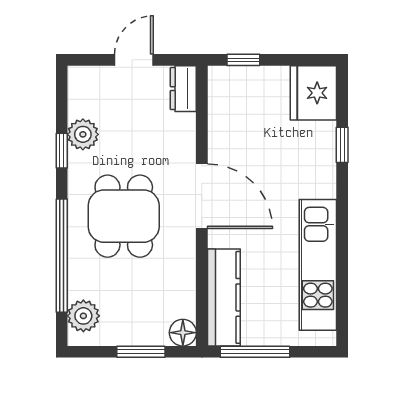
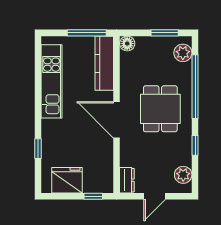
fridge: (313, 93) -> (67, 180), moved, turned -90
plant: (83, 134) -> (183, 175), moved
window: (141, 352) -> (165, 33), moved

